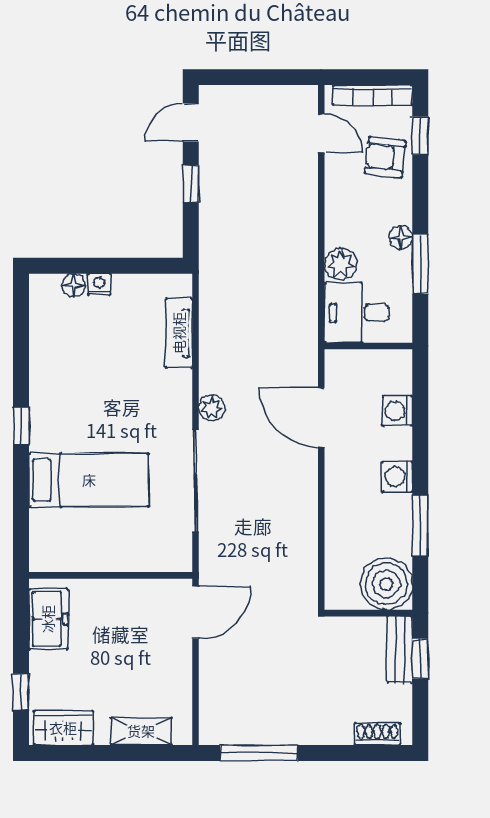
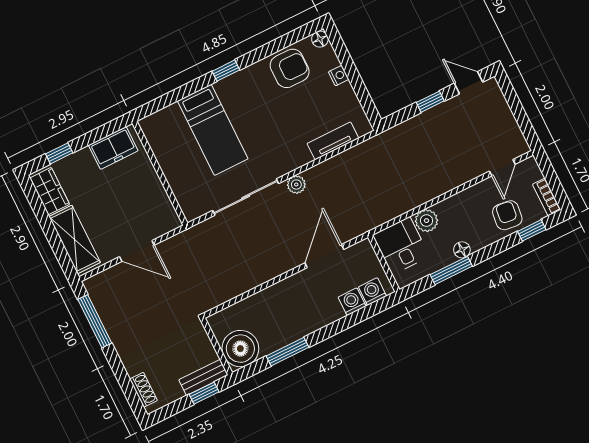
bookcase: (373, 95) -> (547, 197), width x0.64
floor lamp: (74, 285) -> (320, 39), moved
armchair: (59, 343) -> (290, 68), added
washing machine: (397, 477) -> (372, 292), moved
door: (196, 612) -> (137, 251), moved
shelving: (141, 731) -> (75, 239), width x1.50, depth x1.33

